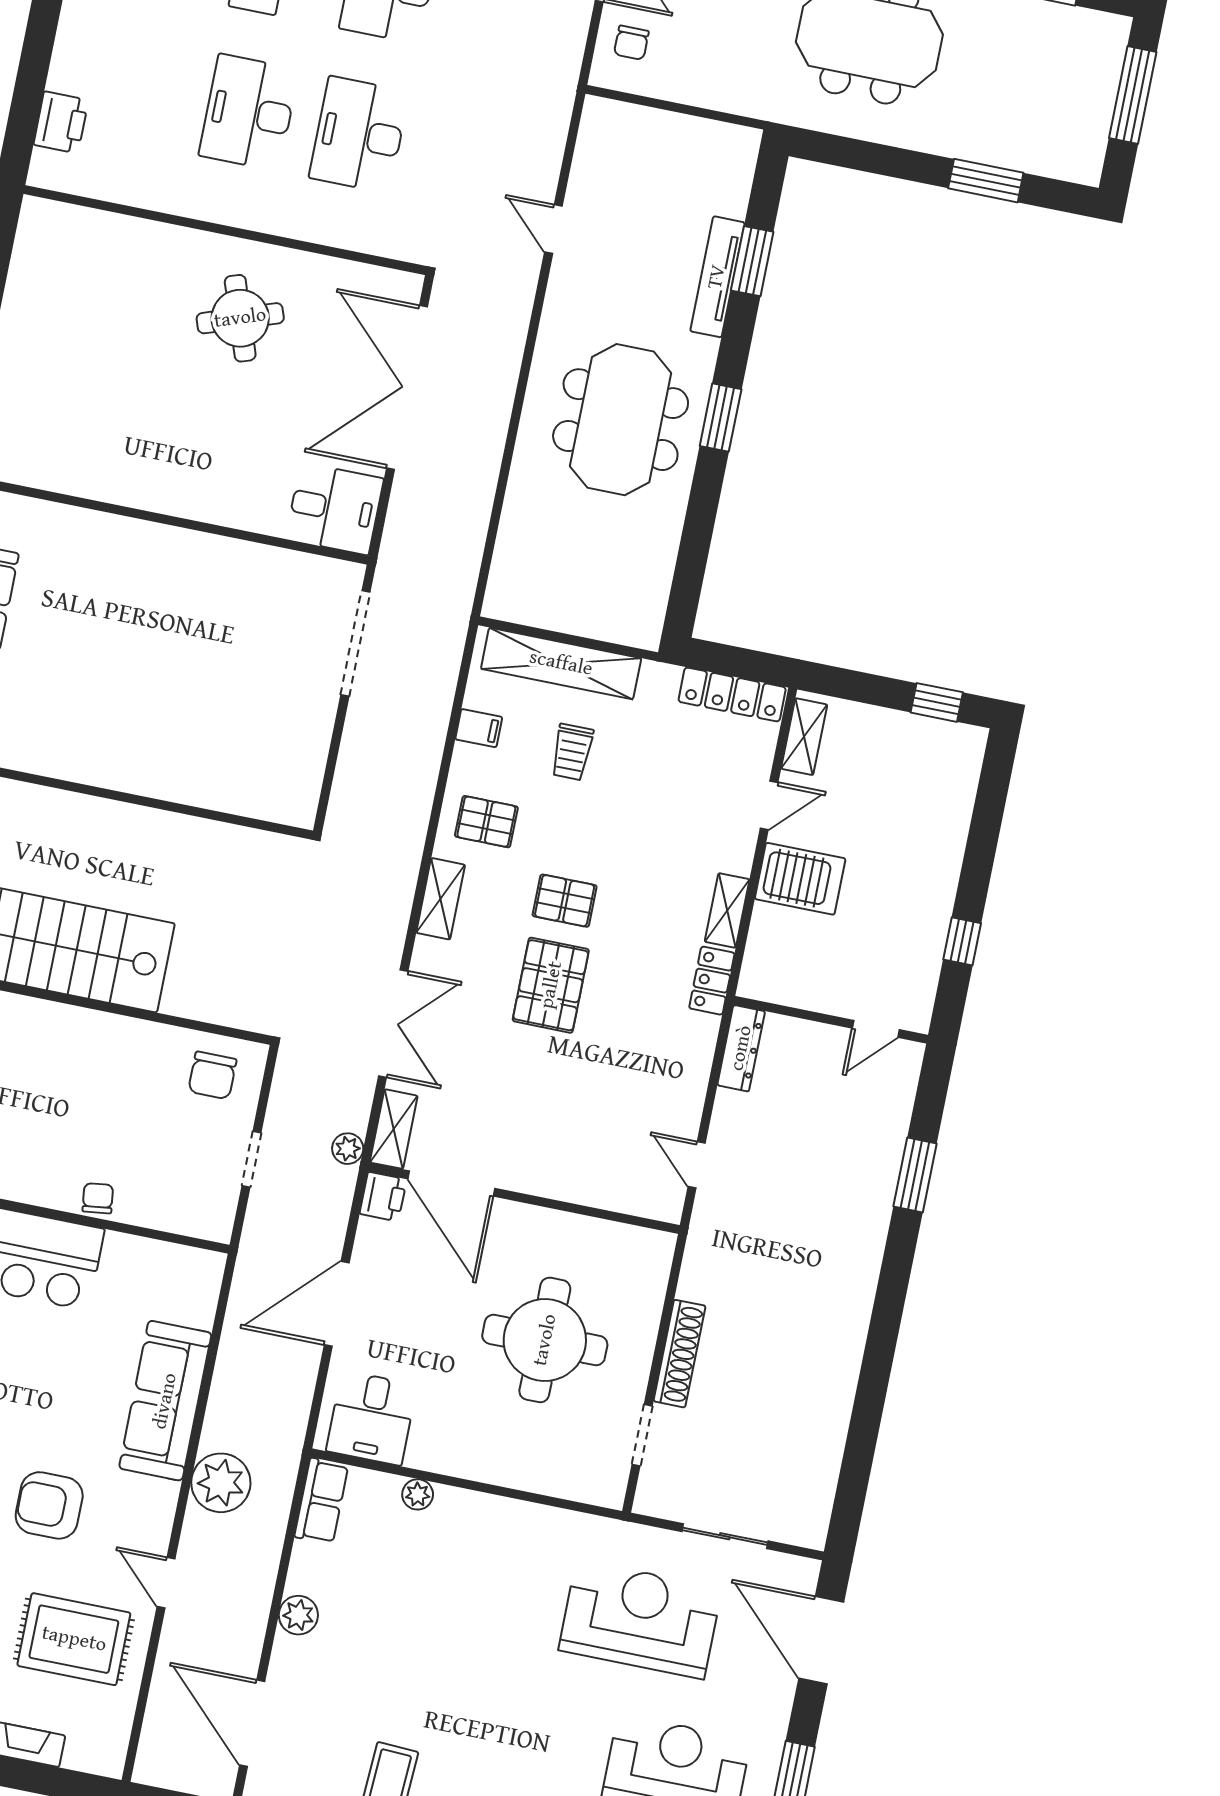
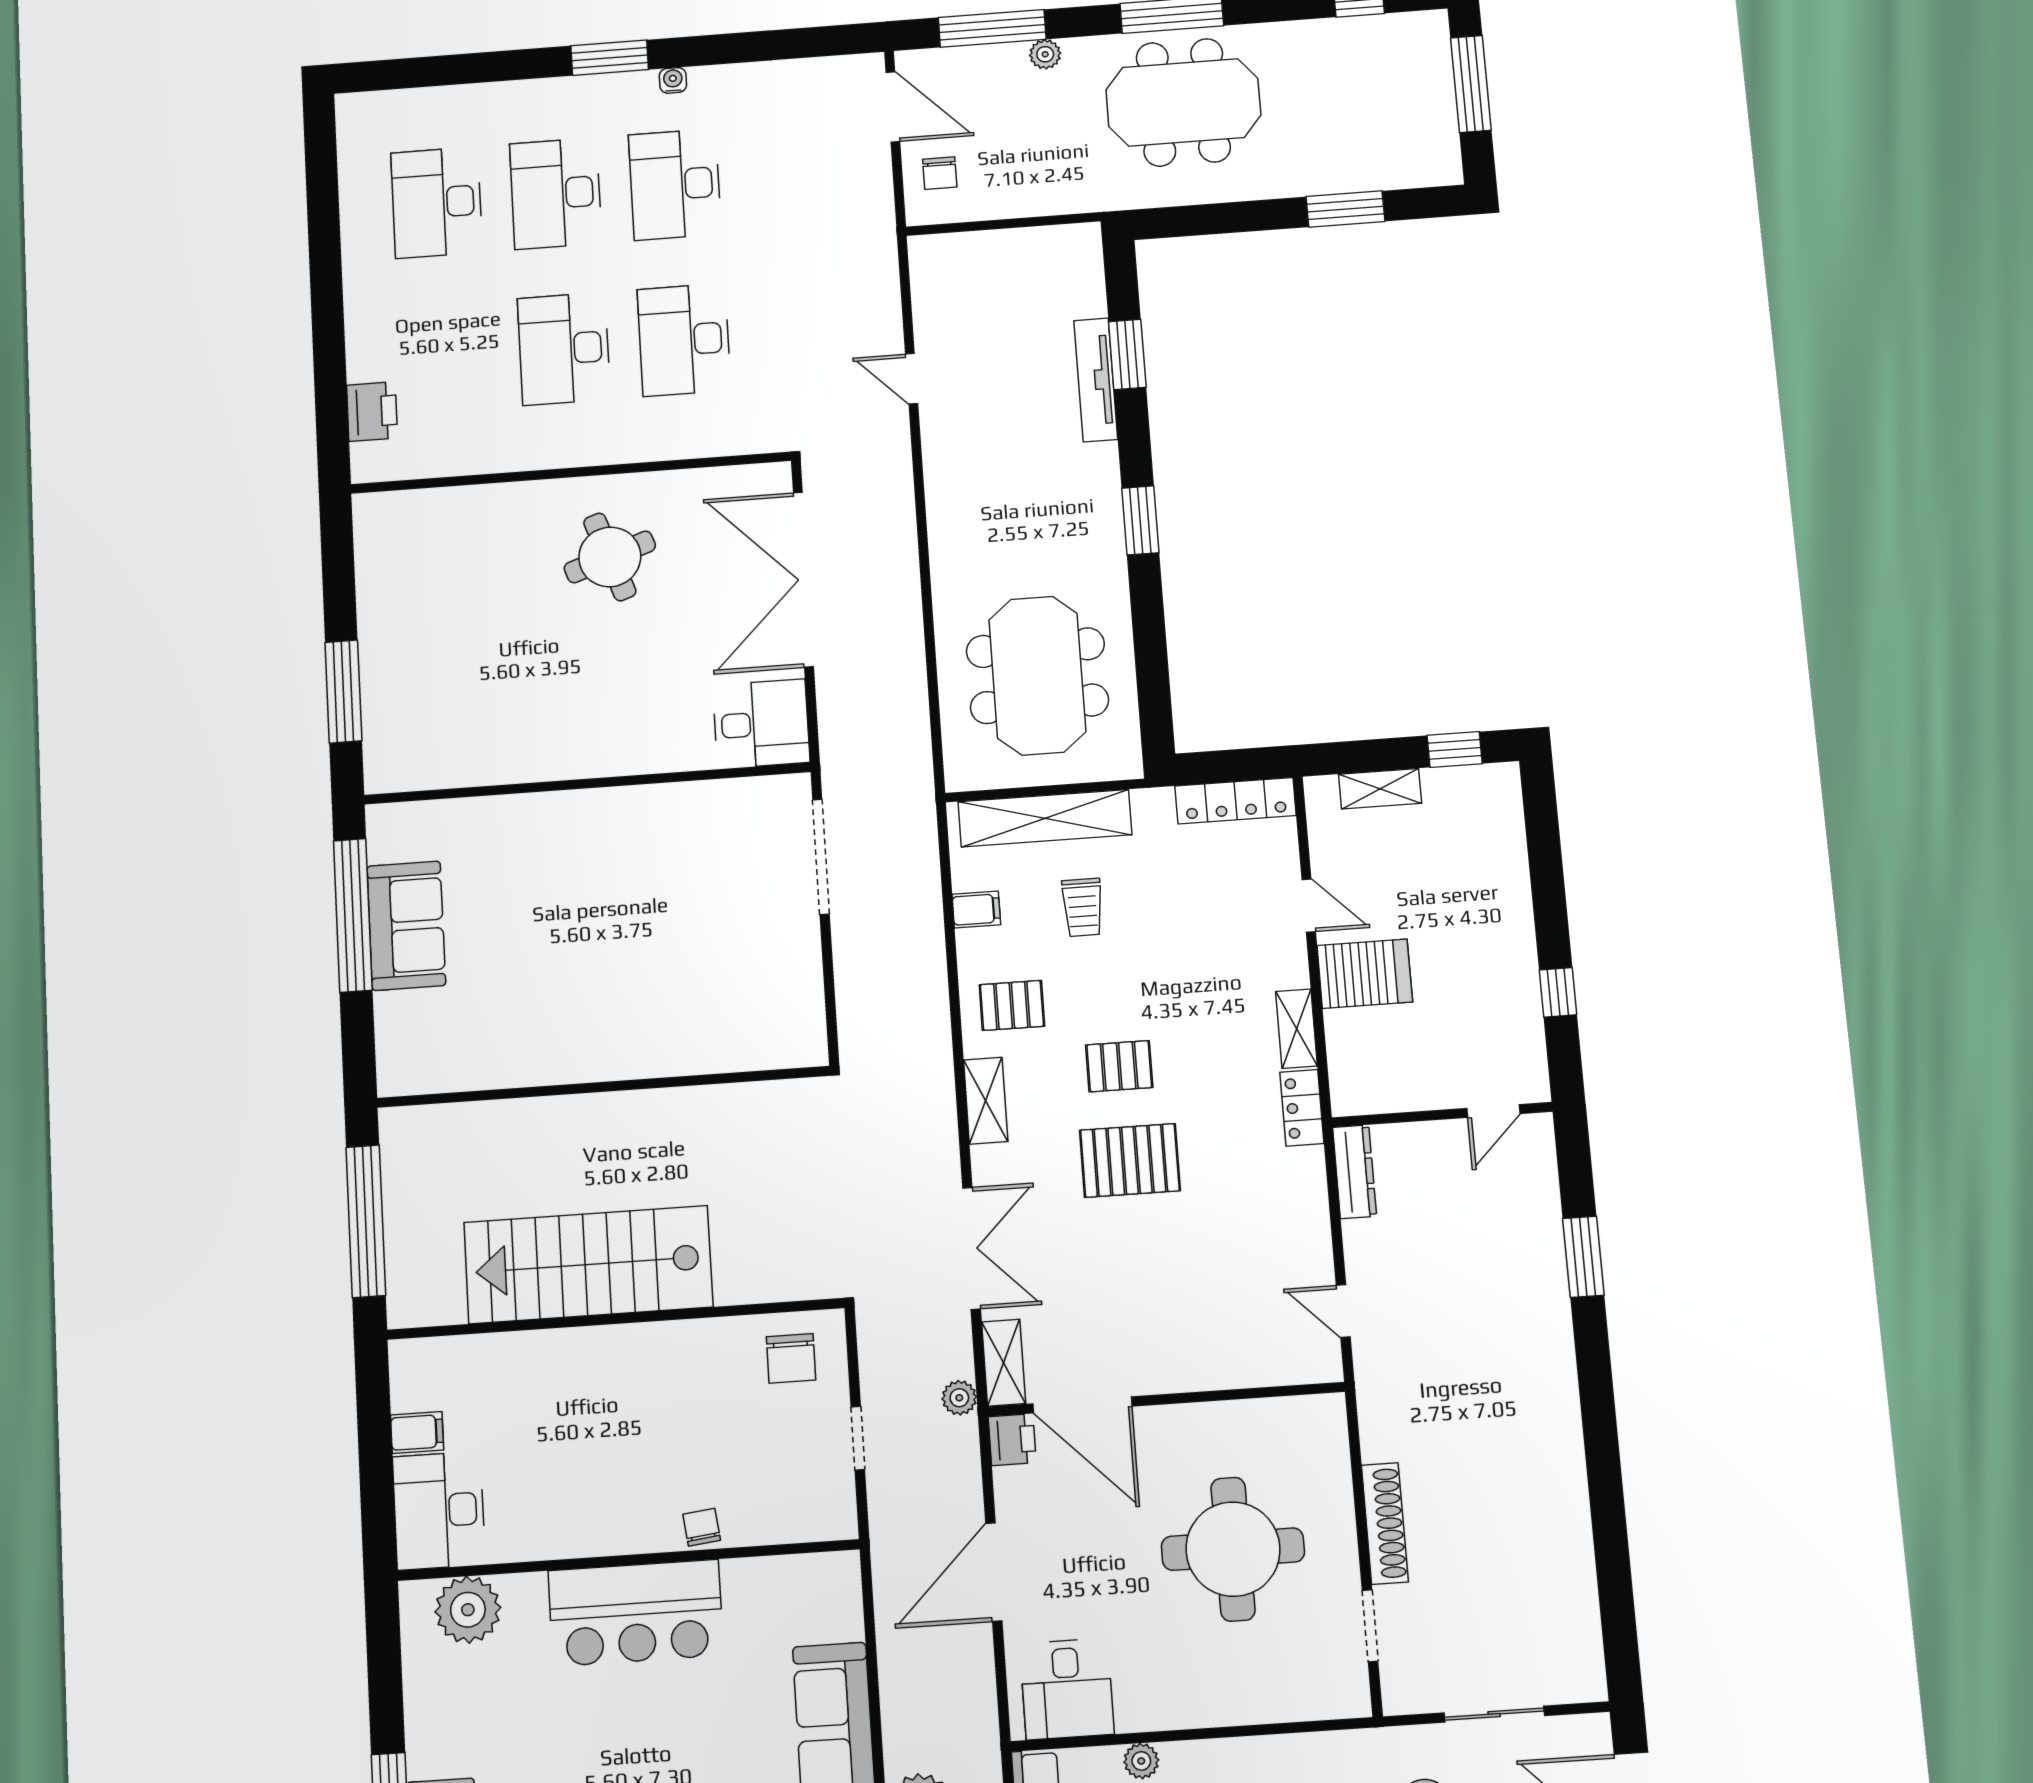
meeting table: (621, 420) -> (1037, 676), moved
shelving: (804, 737) -> (1380, 789), moved, turned 90
door: (769, 805) -> (1309, 905), hinge flipped
pallet: (551, 985) -> (1130, 1160), turned 90

